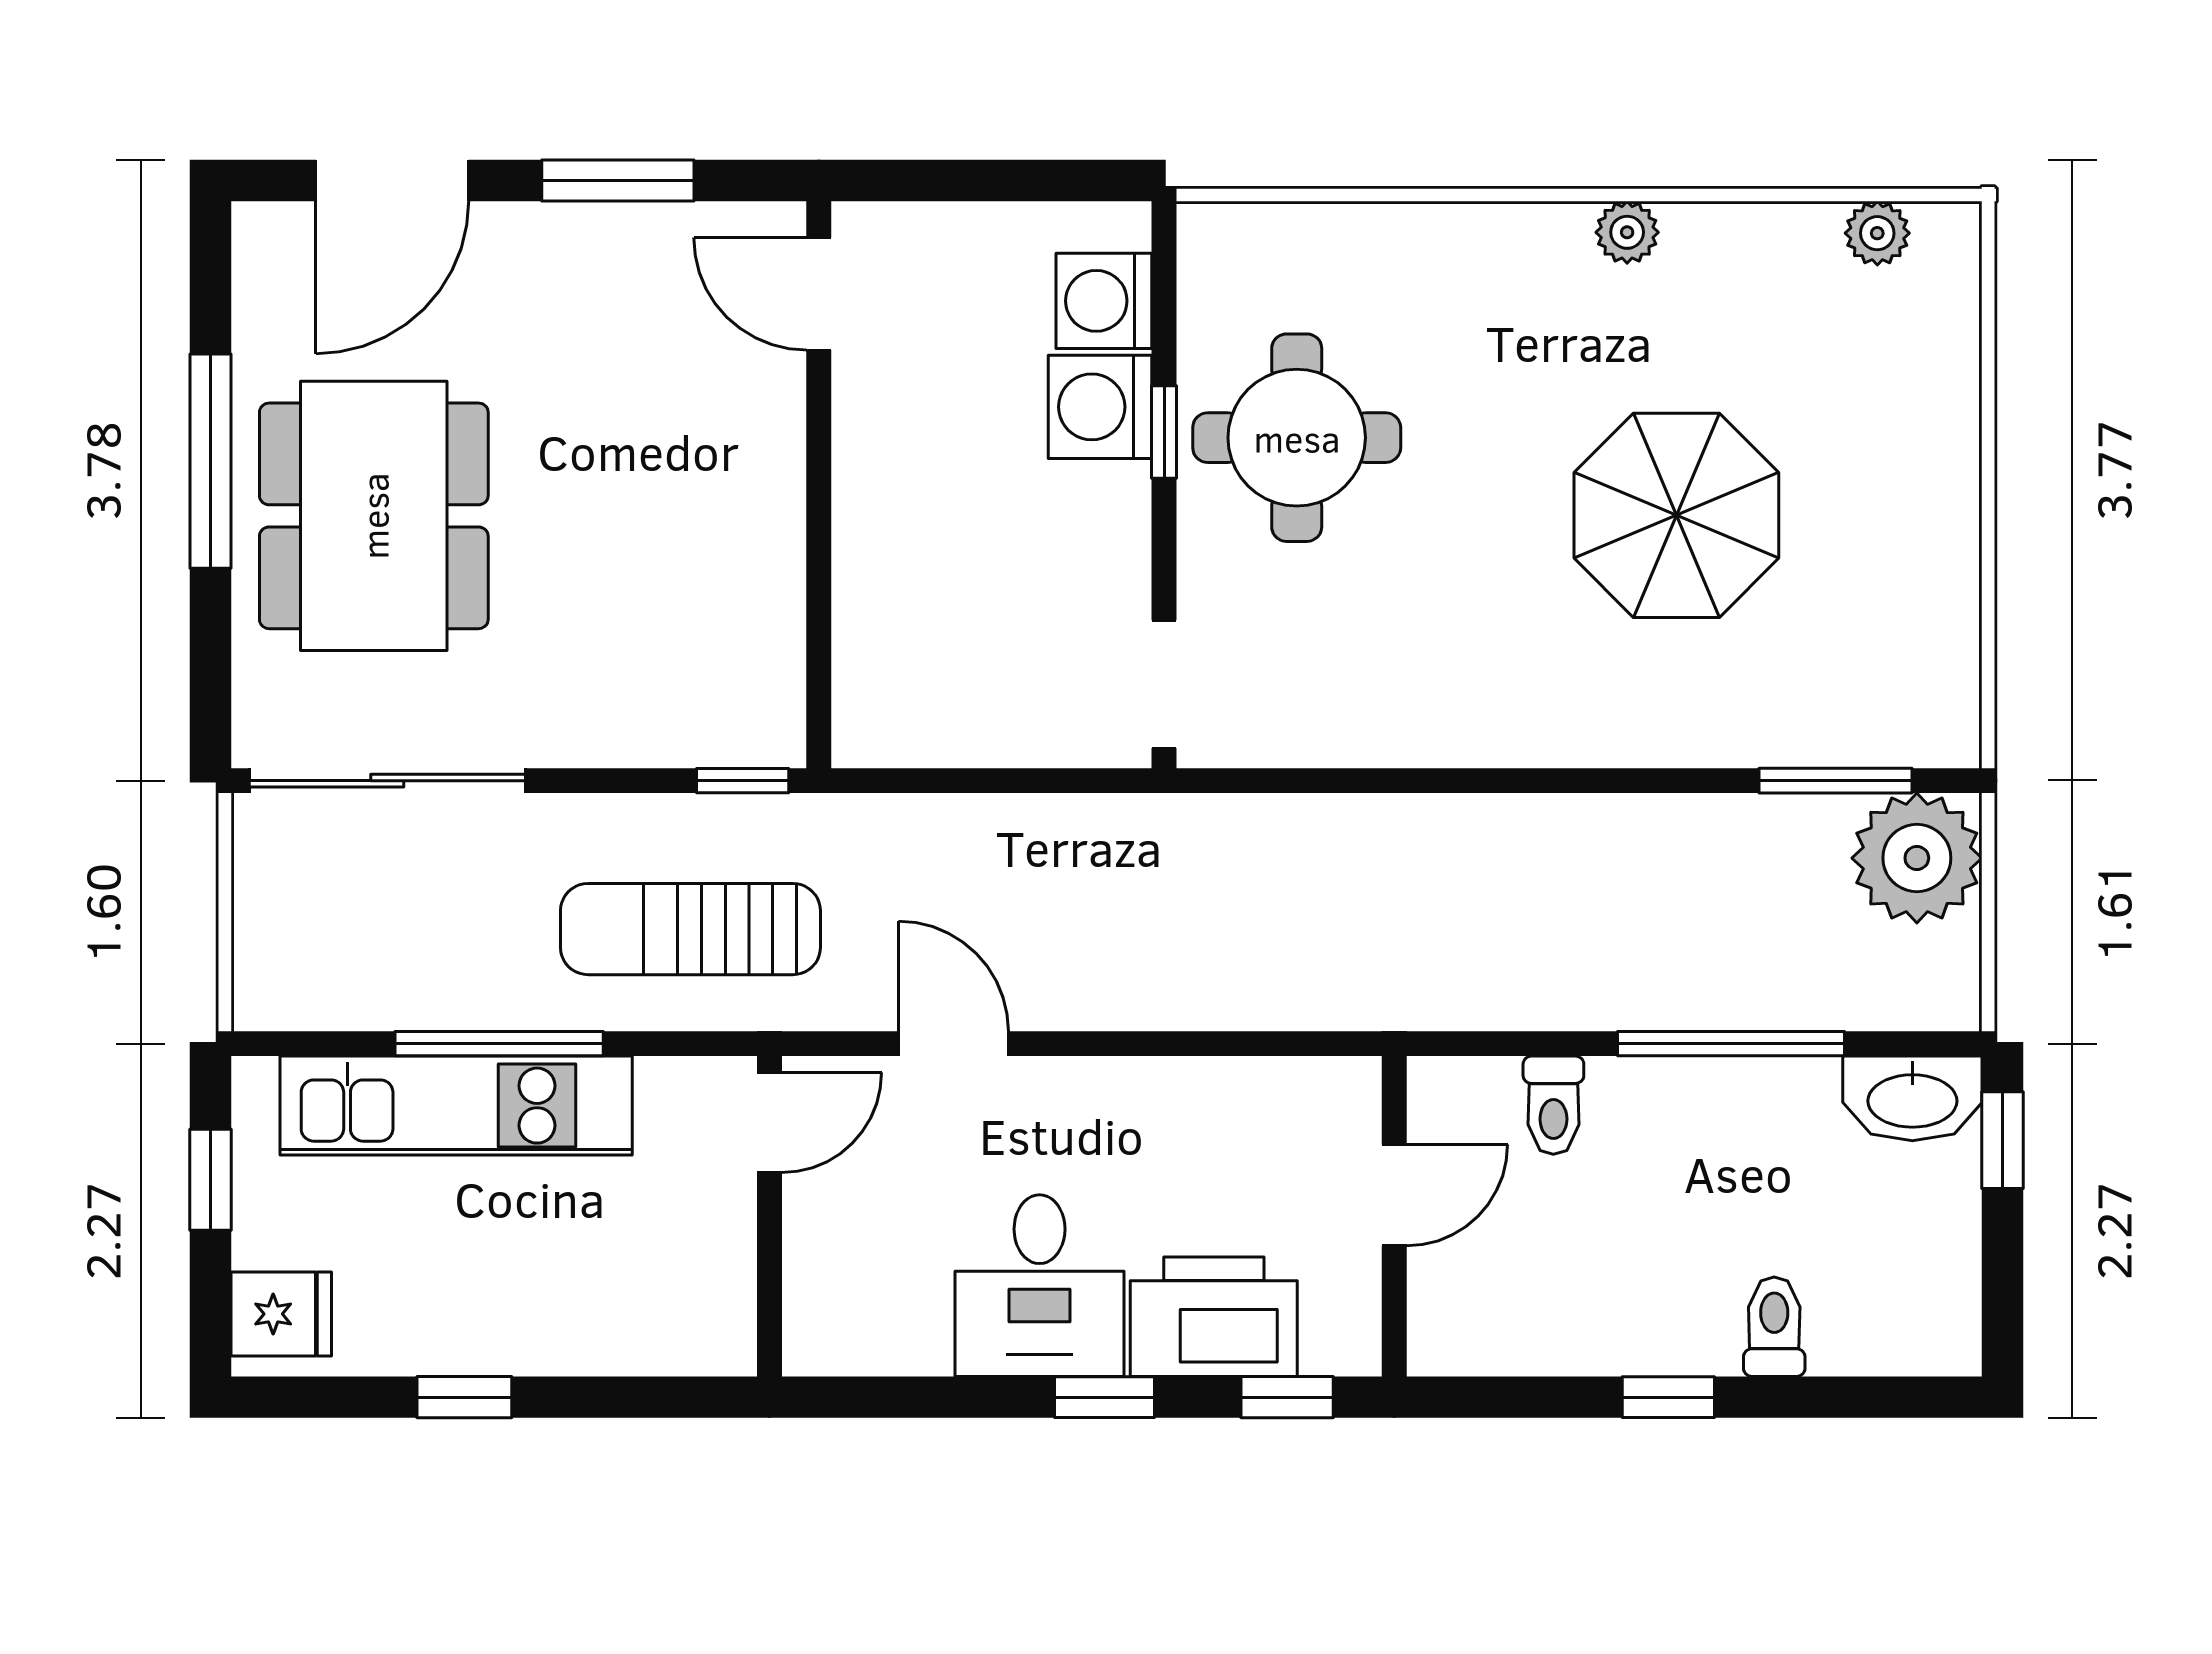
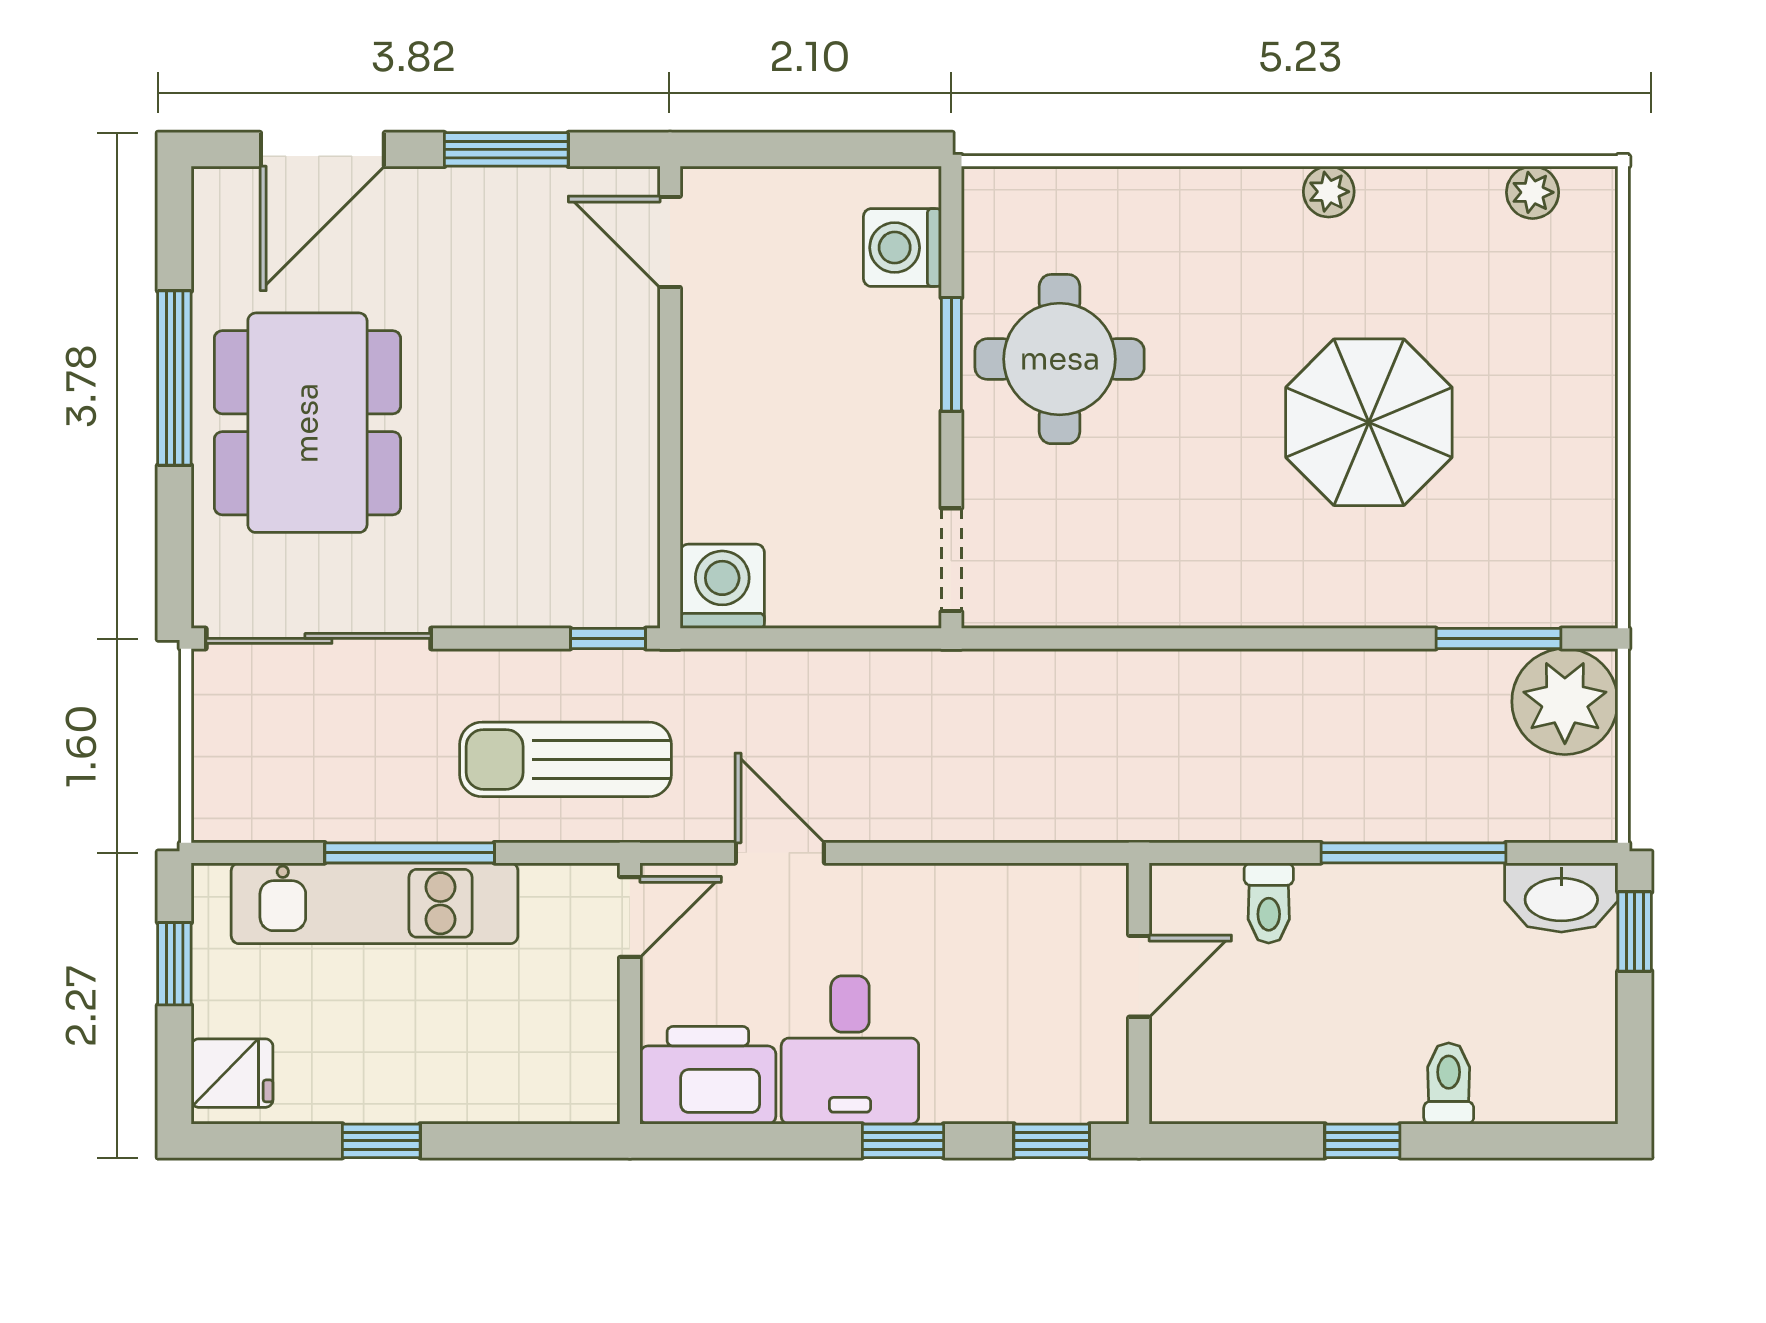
washing machine: (1100, 407) -> (722, 586), moved, turned 90
window: (1164, 432) -> (951, 354), width x1.50
printer: (1214, 1317) -> (708, 1075), moved

